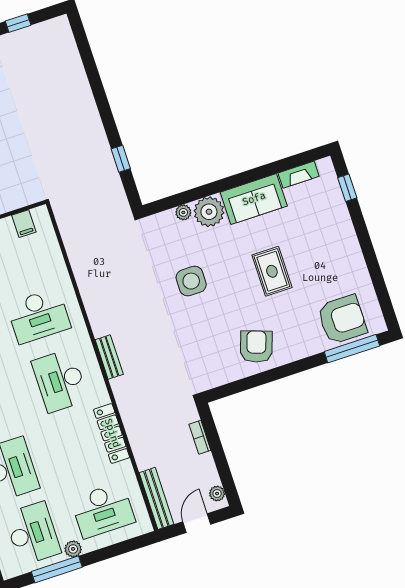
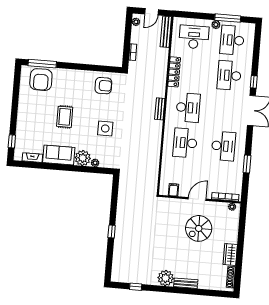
window: (121, 159) -> (112, 232), moved
desk: (39, 316) -> (185, 143), turned -90
armchair: (342, 320) -> (41, 80), turned -90
armchair: (256, 346) -> (103, 86), moved, turned -109

